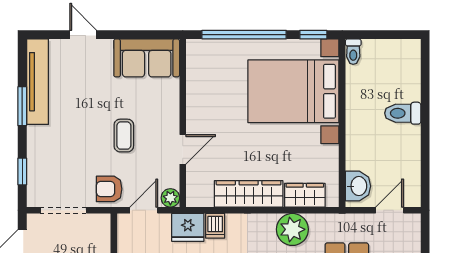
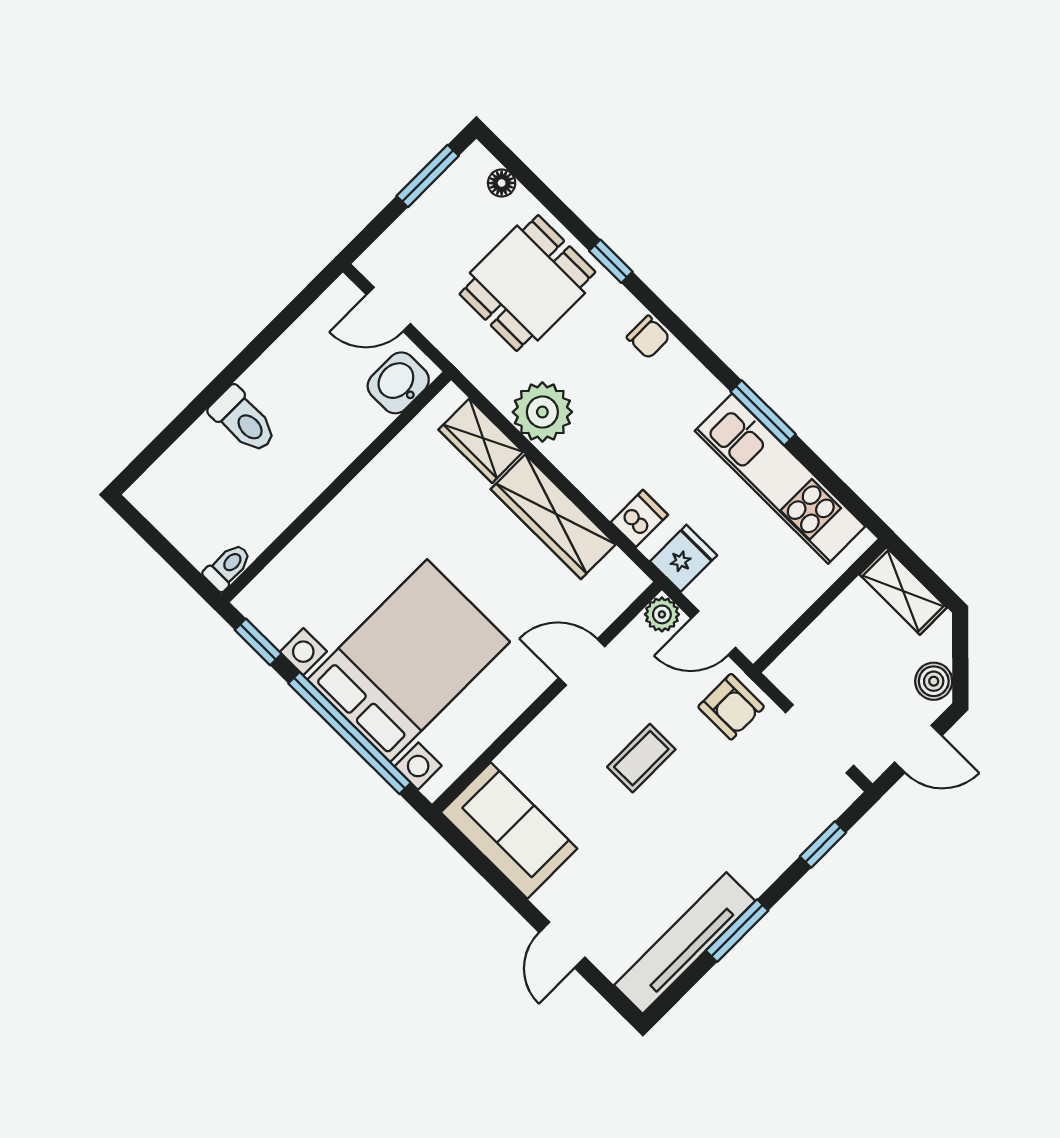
bed with nightstands: (293, 91) -> (409, 661), moved, turned -90
fridge: (188, 227) -> (684, 558), width x0.72

